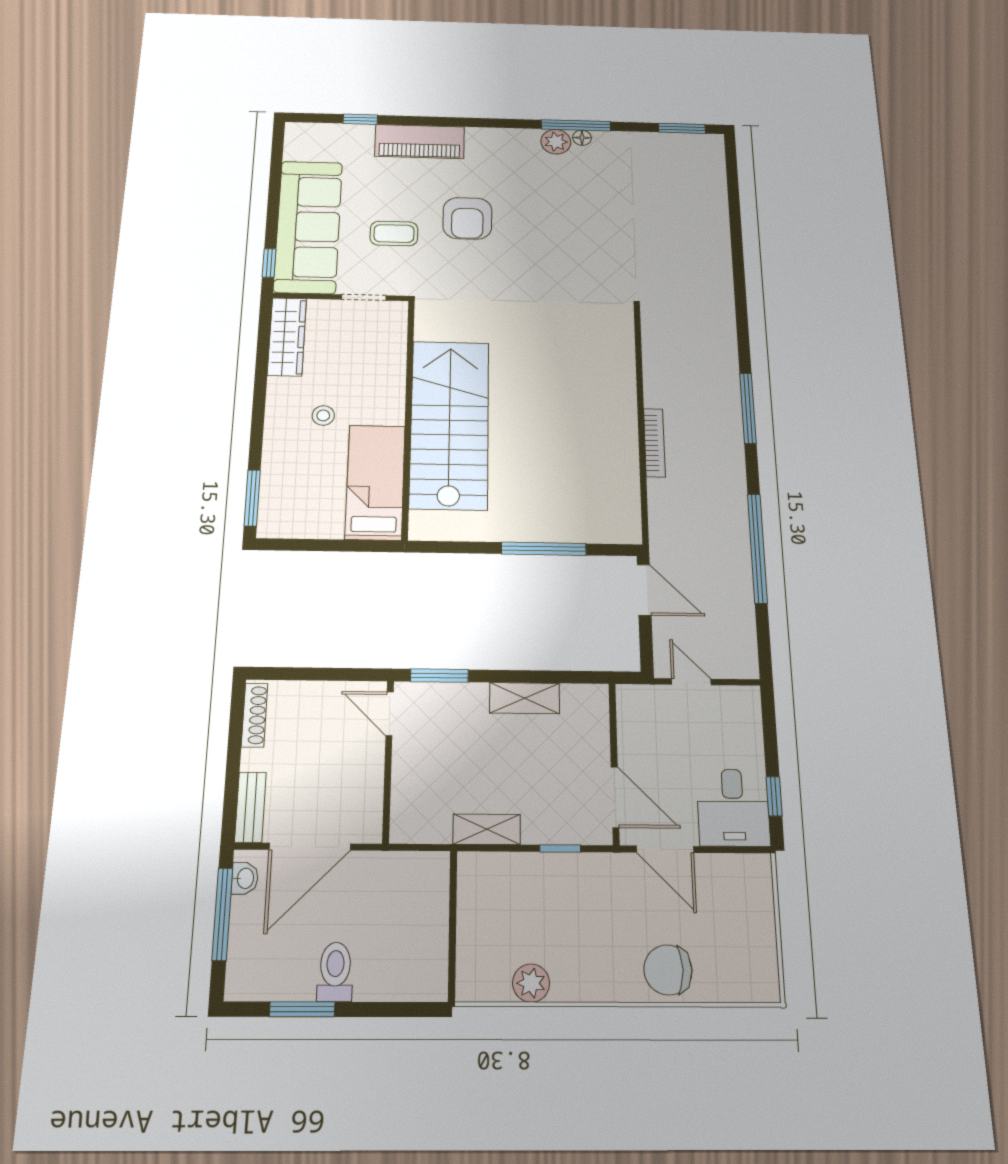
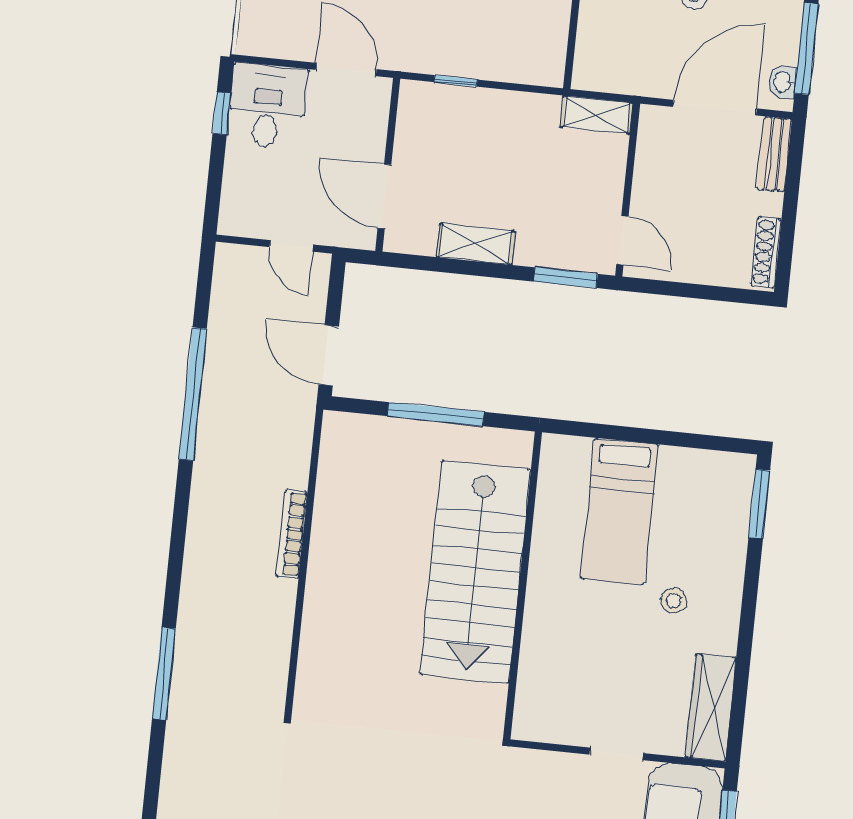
window: (748, 408) -> (164, 674), moved
wall: (408, 417) -> (523, 585), moved
stairs: (450, 424) -> (475, 572), moved
door: (615, 797) -> (384, 197), moved
shelving: (487, 829) -> (597, 115), moved

